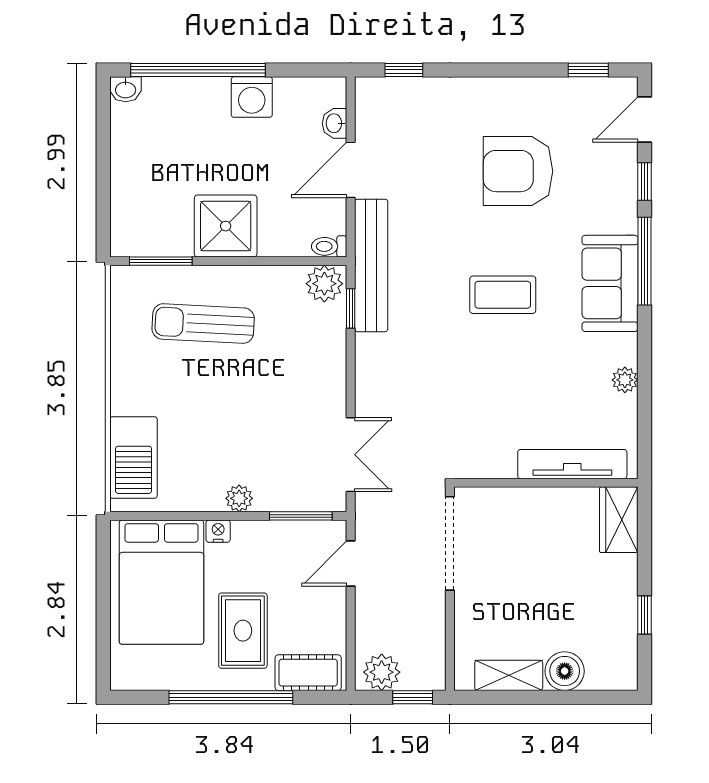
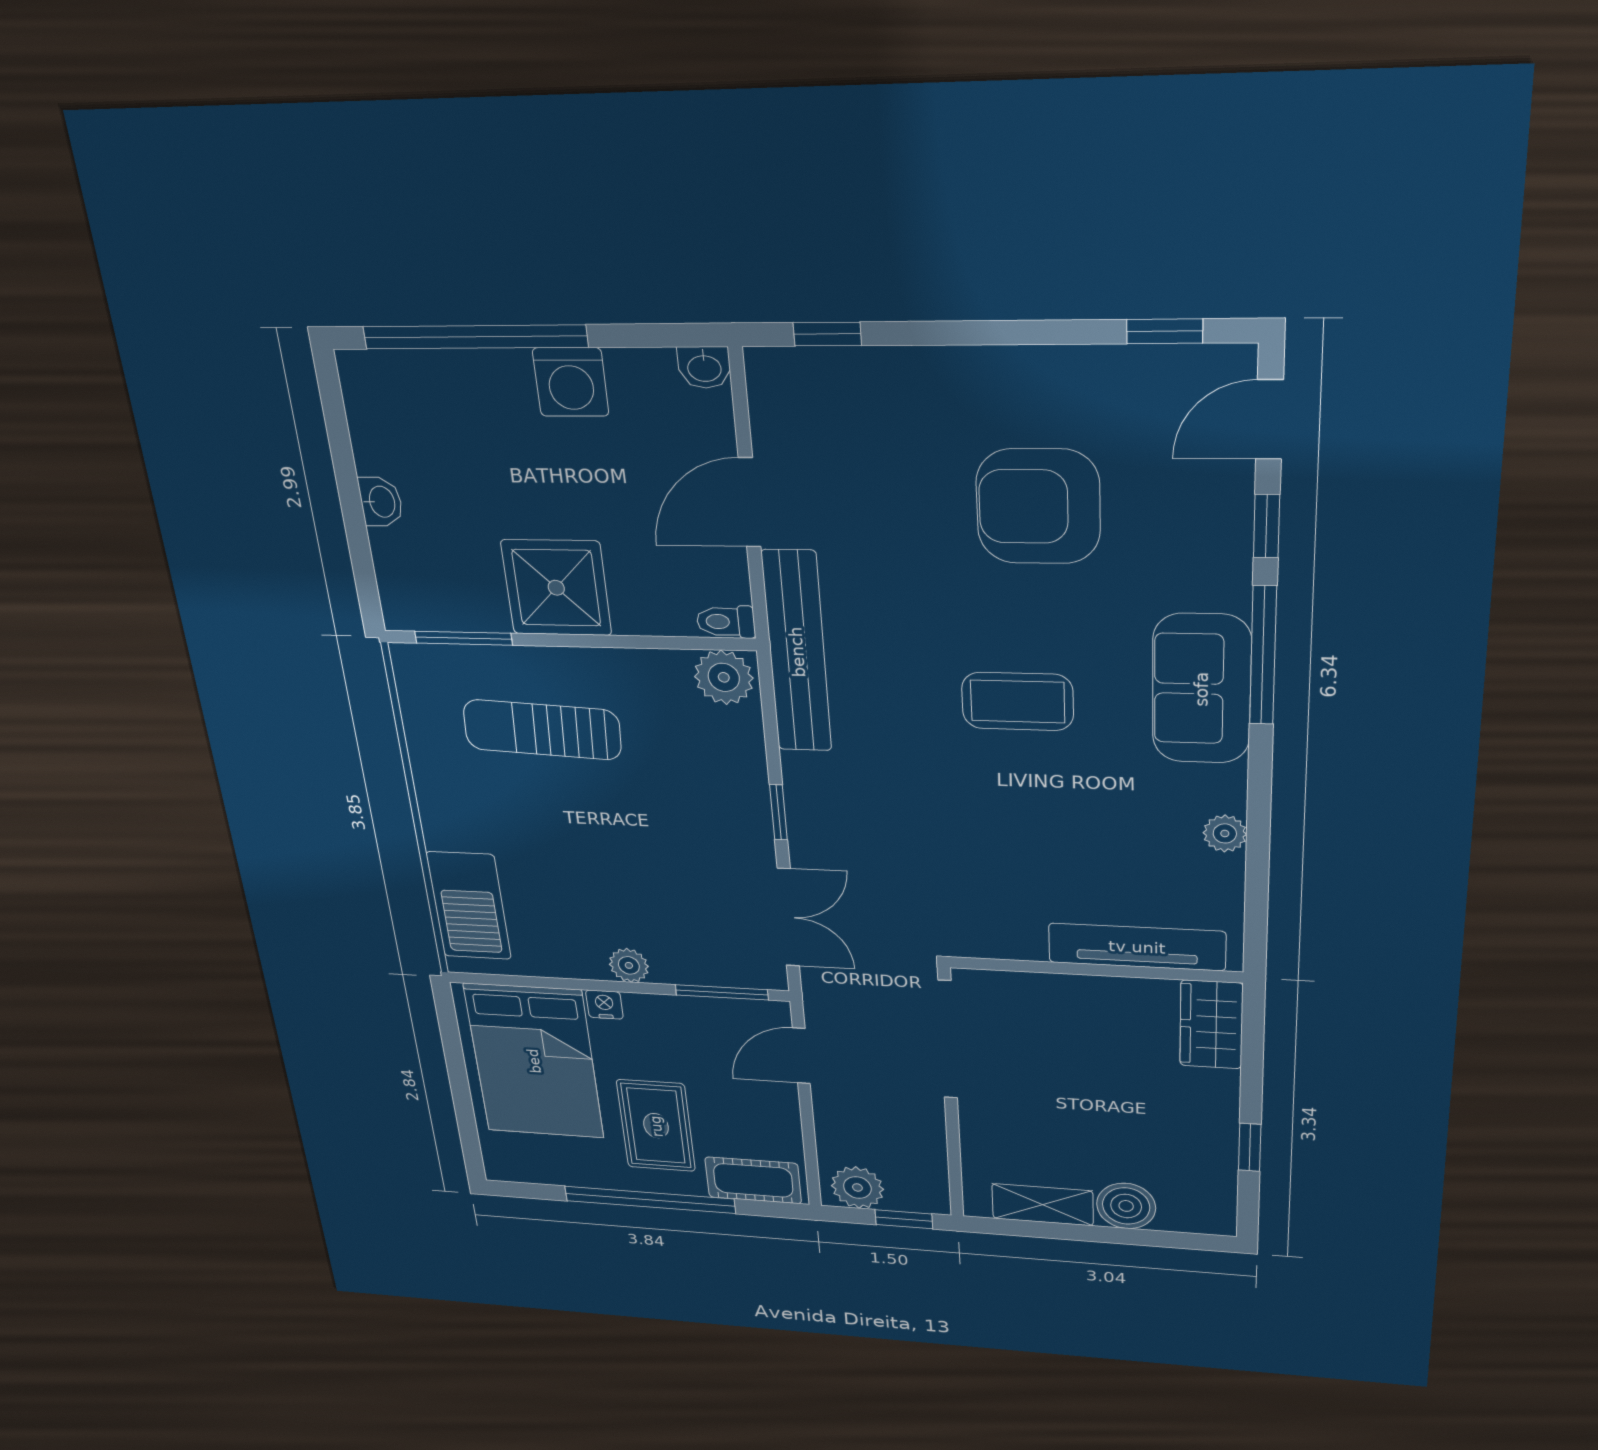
washbasin: (126, 89) -> (381, 502), moved, turned -90
washbasin: (335, 123) -> (704, 367), moved, turned -90
window: (351, 308) -> (779, 812), moved

